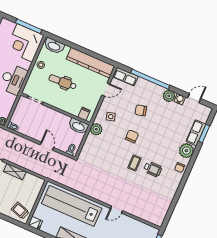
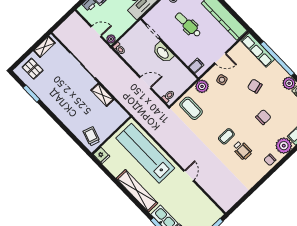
row of seats: (126, 77) -> (258, 50), width x1.48
door: (106, 90) -> (220, 58), moved
washbasin: (78, 126) -> (163, 53), moved
chair: (132, 136) -> (263, 117), moved
door: (47, 146) -> (145, 83), hinge flipped
coffee table: (95, 152) -> (191, 108), added
door: (116, 210) -> (189, 176), swing flipped

